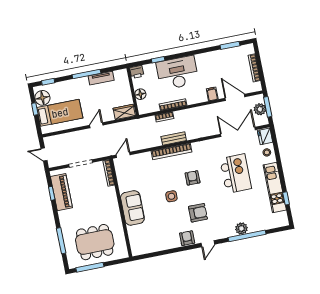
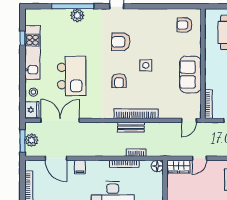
floor lamp: (140, 94) -> (157, 166), moved
door: (96, 125) -> (199, 158), moved
double door: (238, 132) -> (60, 120), swing flipped
kitchen island: (236, 174) -> (72, 76), turned 180
sofa: (132, 208) -> (190, 75), moved
armchair: (187, 238) -> (184, 25), moved, turned 90

